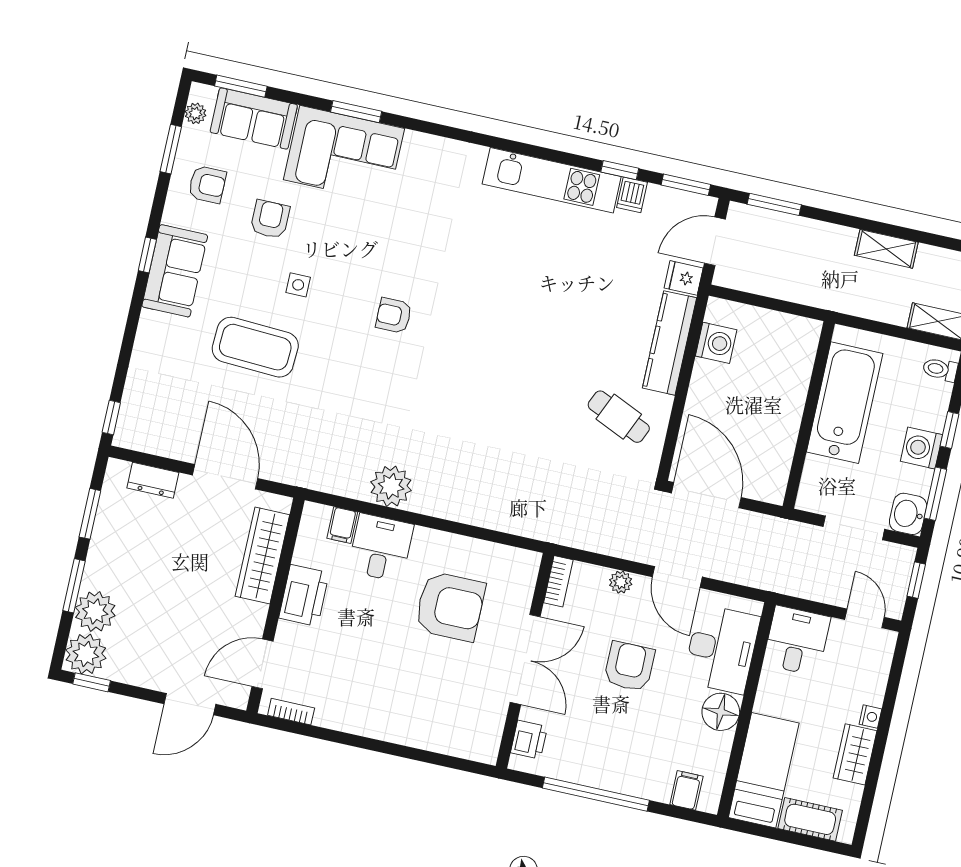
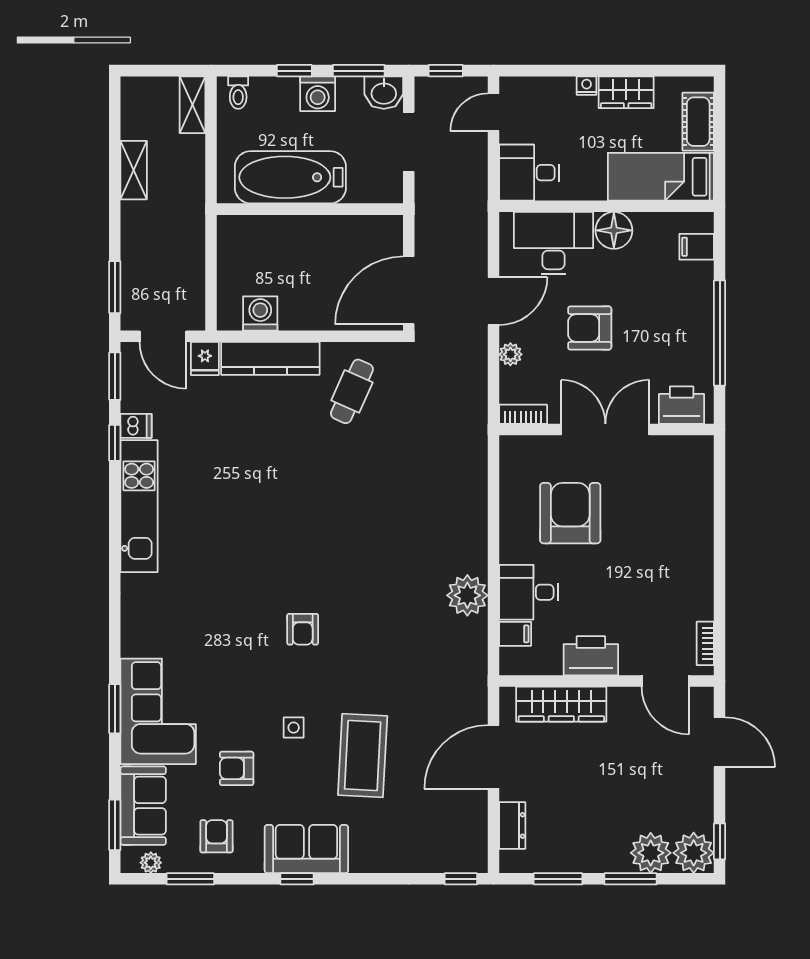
printer: (529, 740) -> (682, 405), width x1.36, depth x1.24

